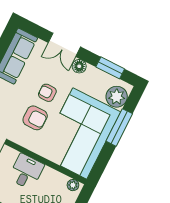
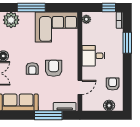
corner sofa: (80, 133) -> (57, 27), width x0.73, depth x0.74

